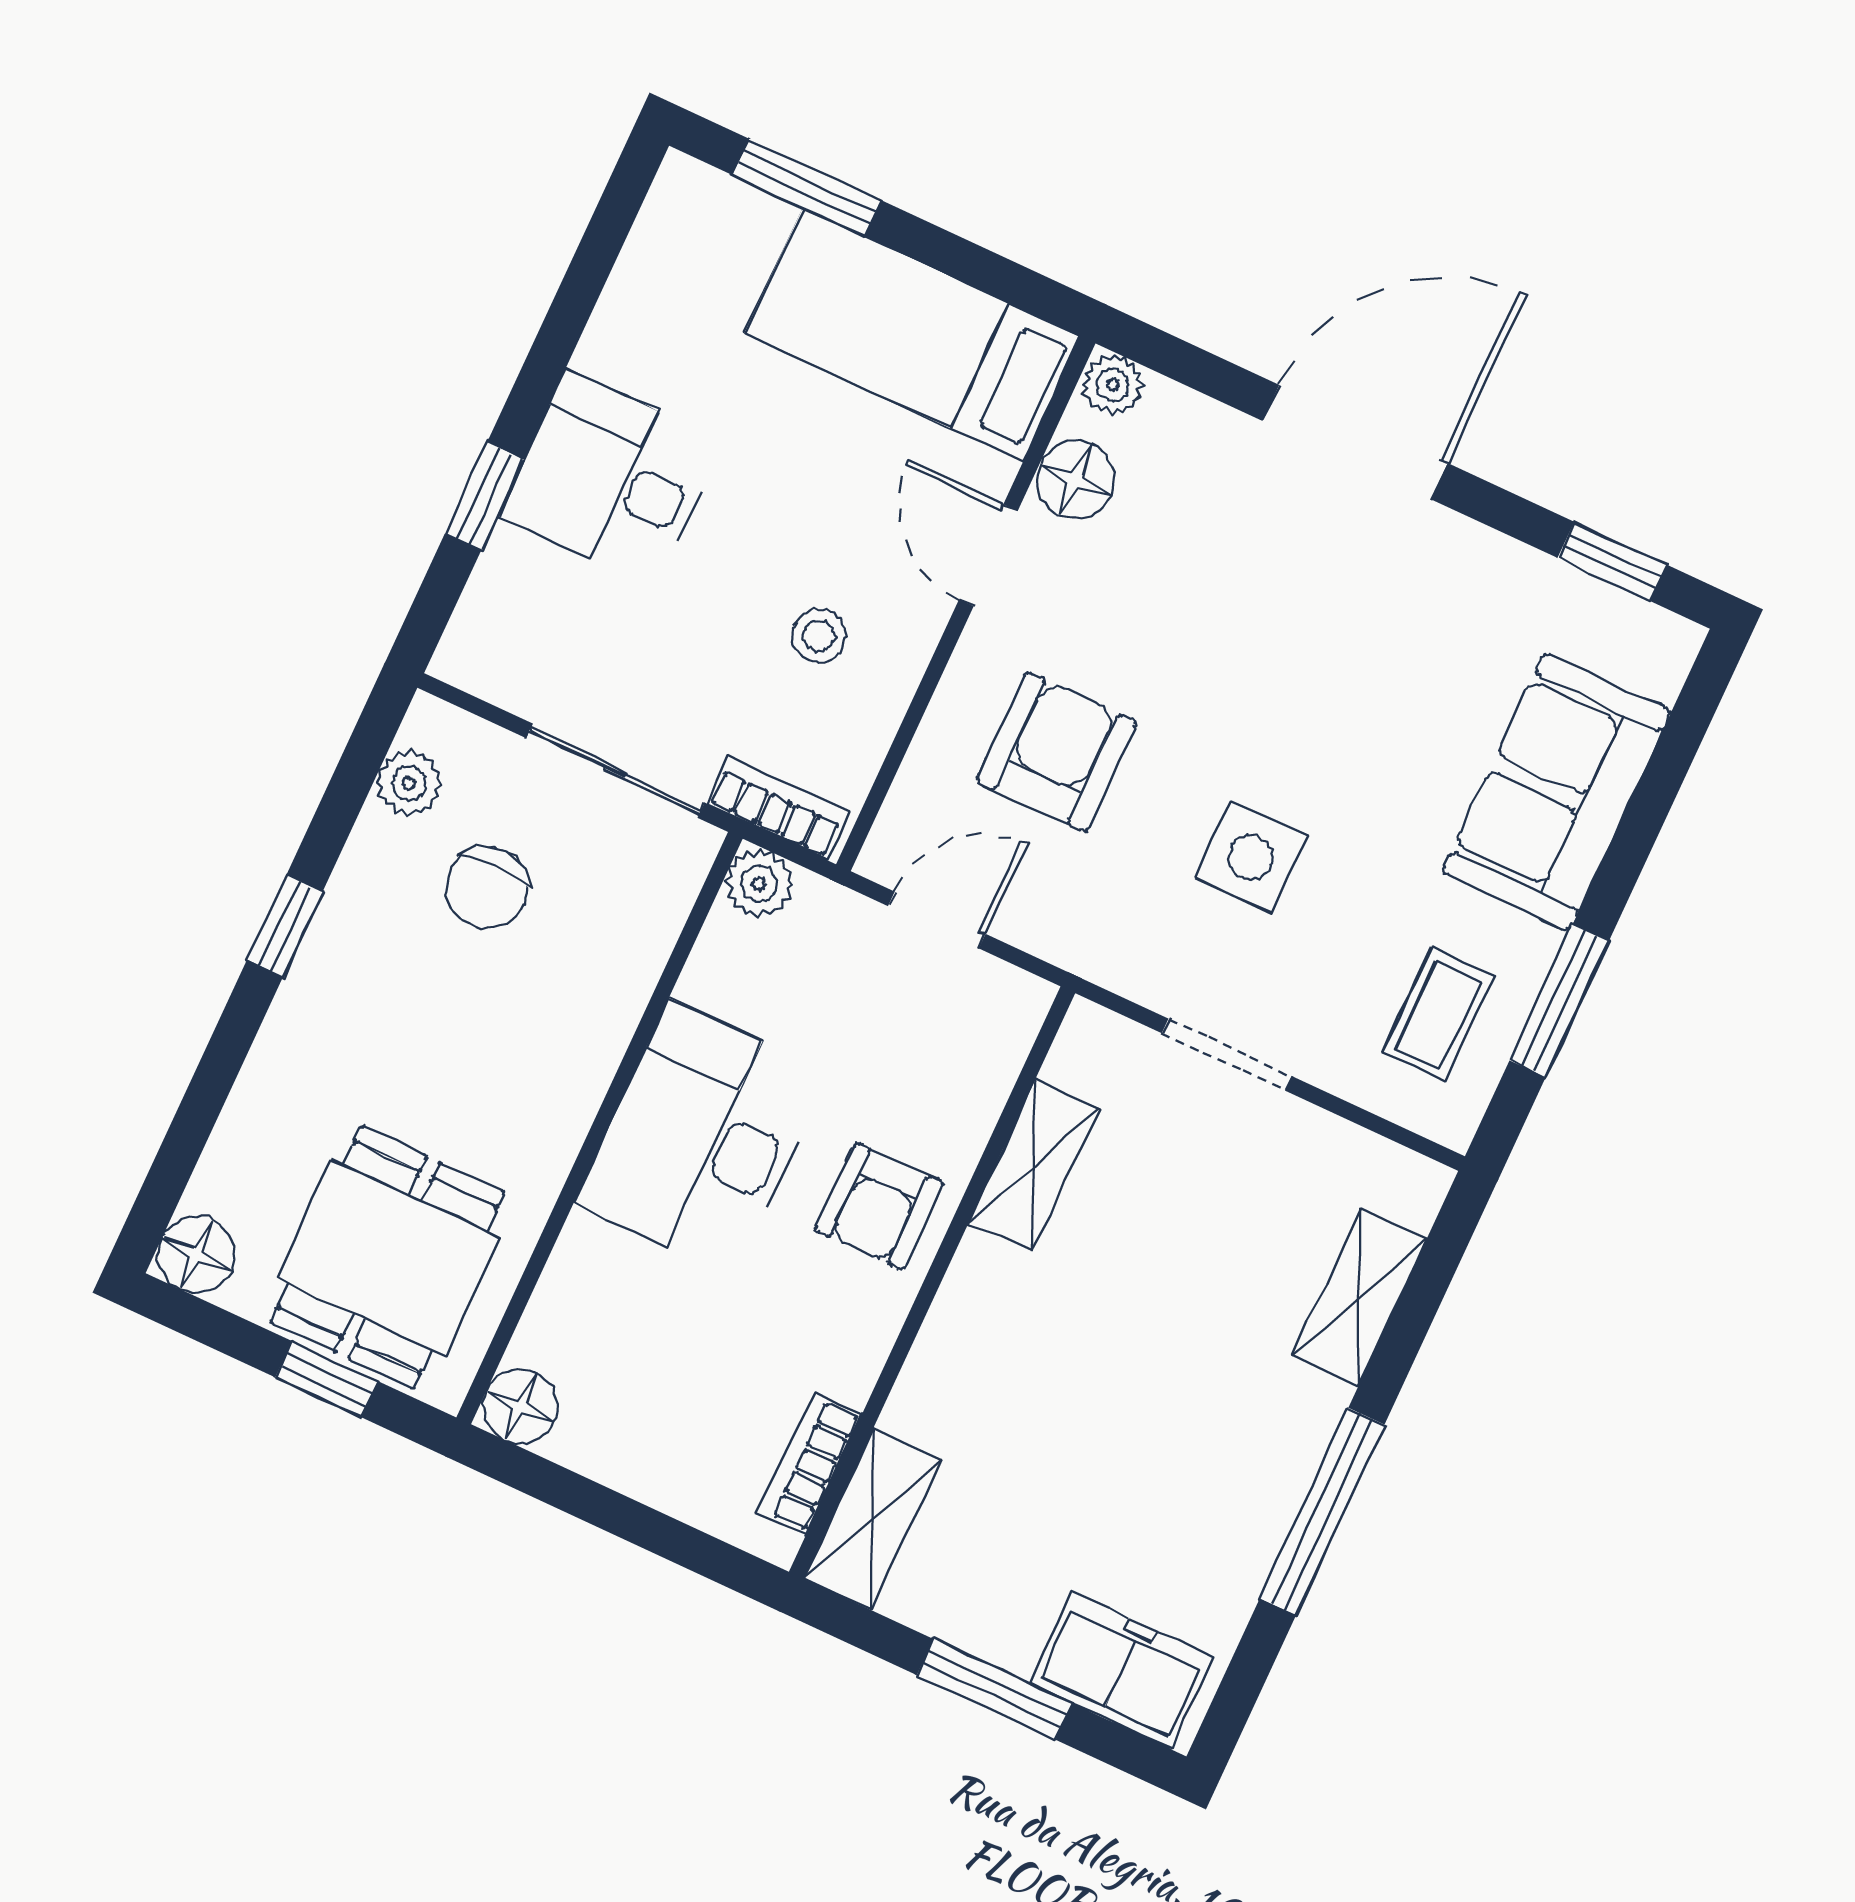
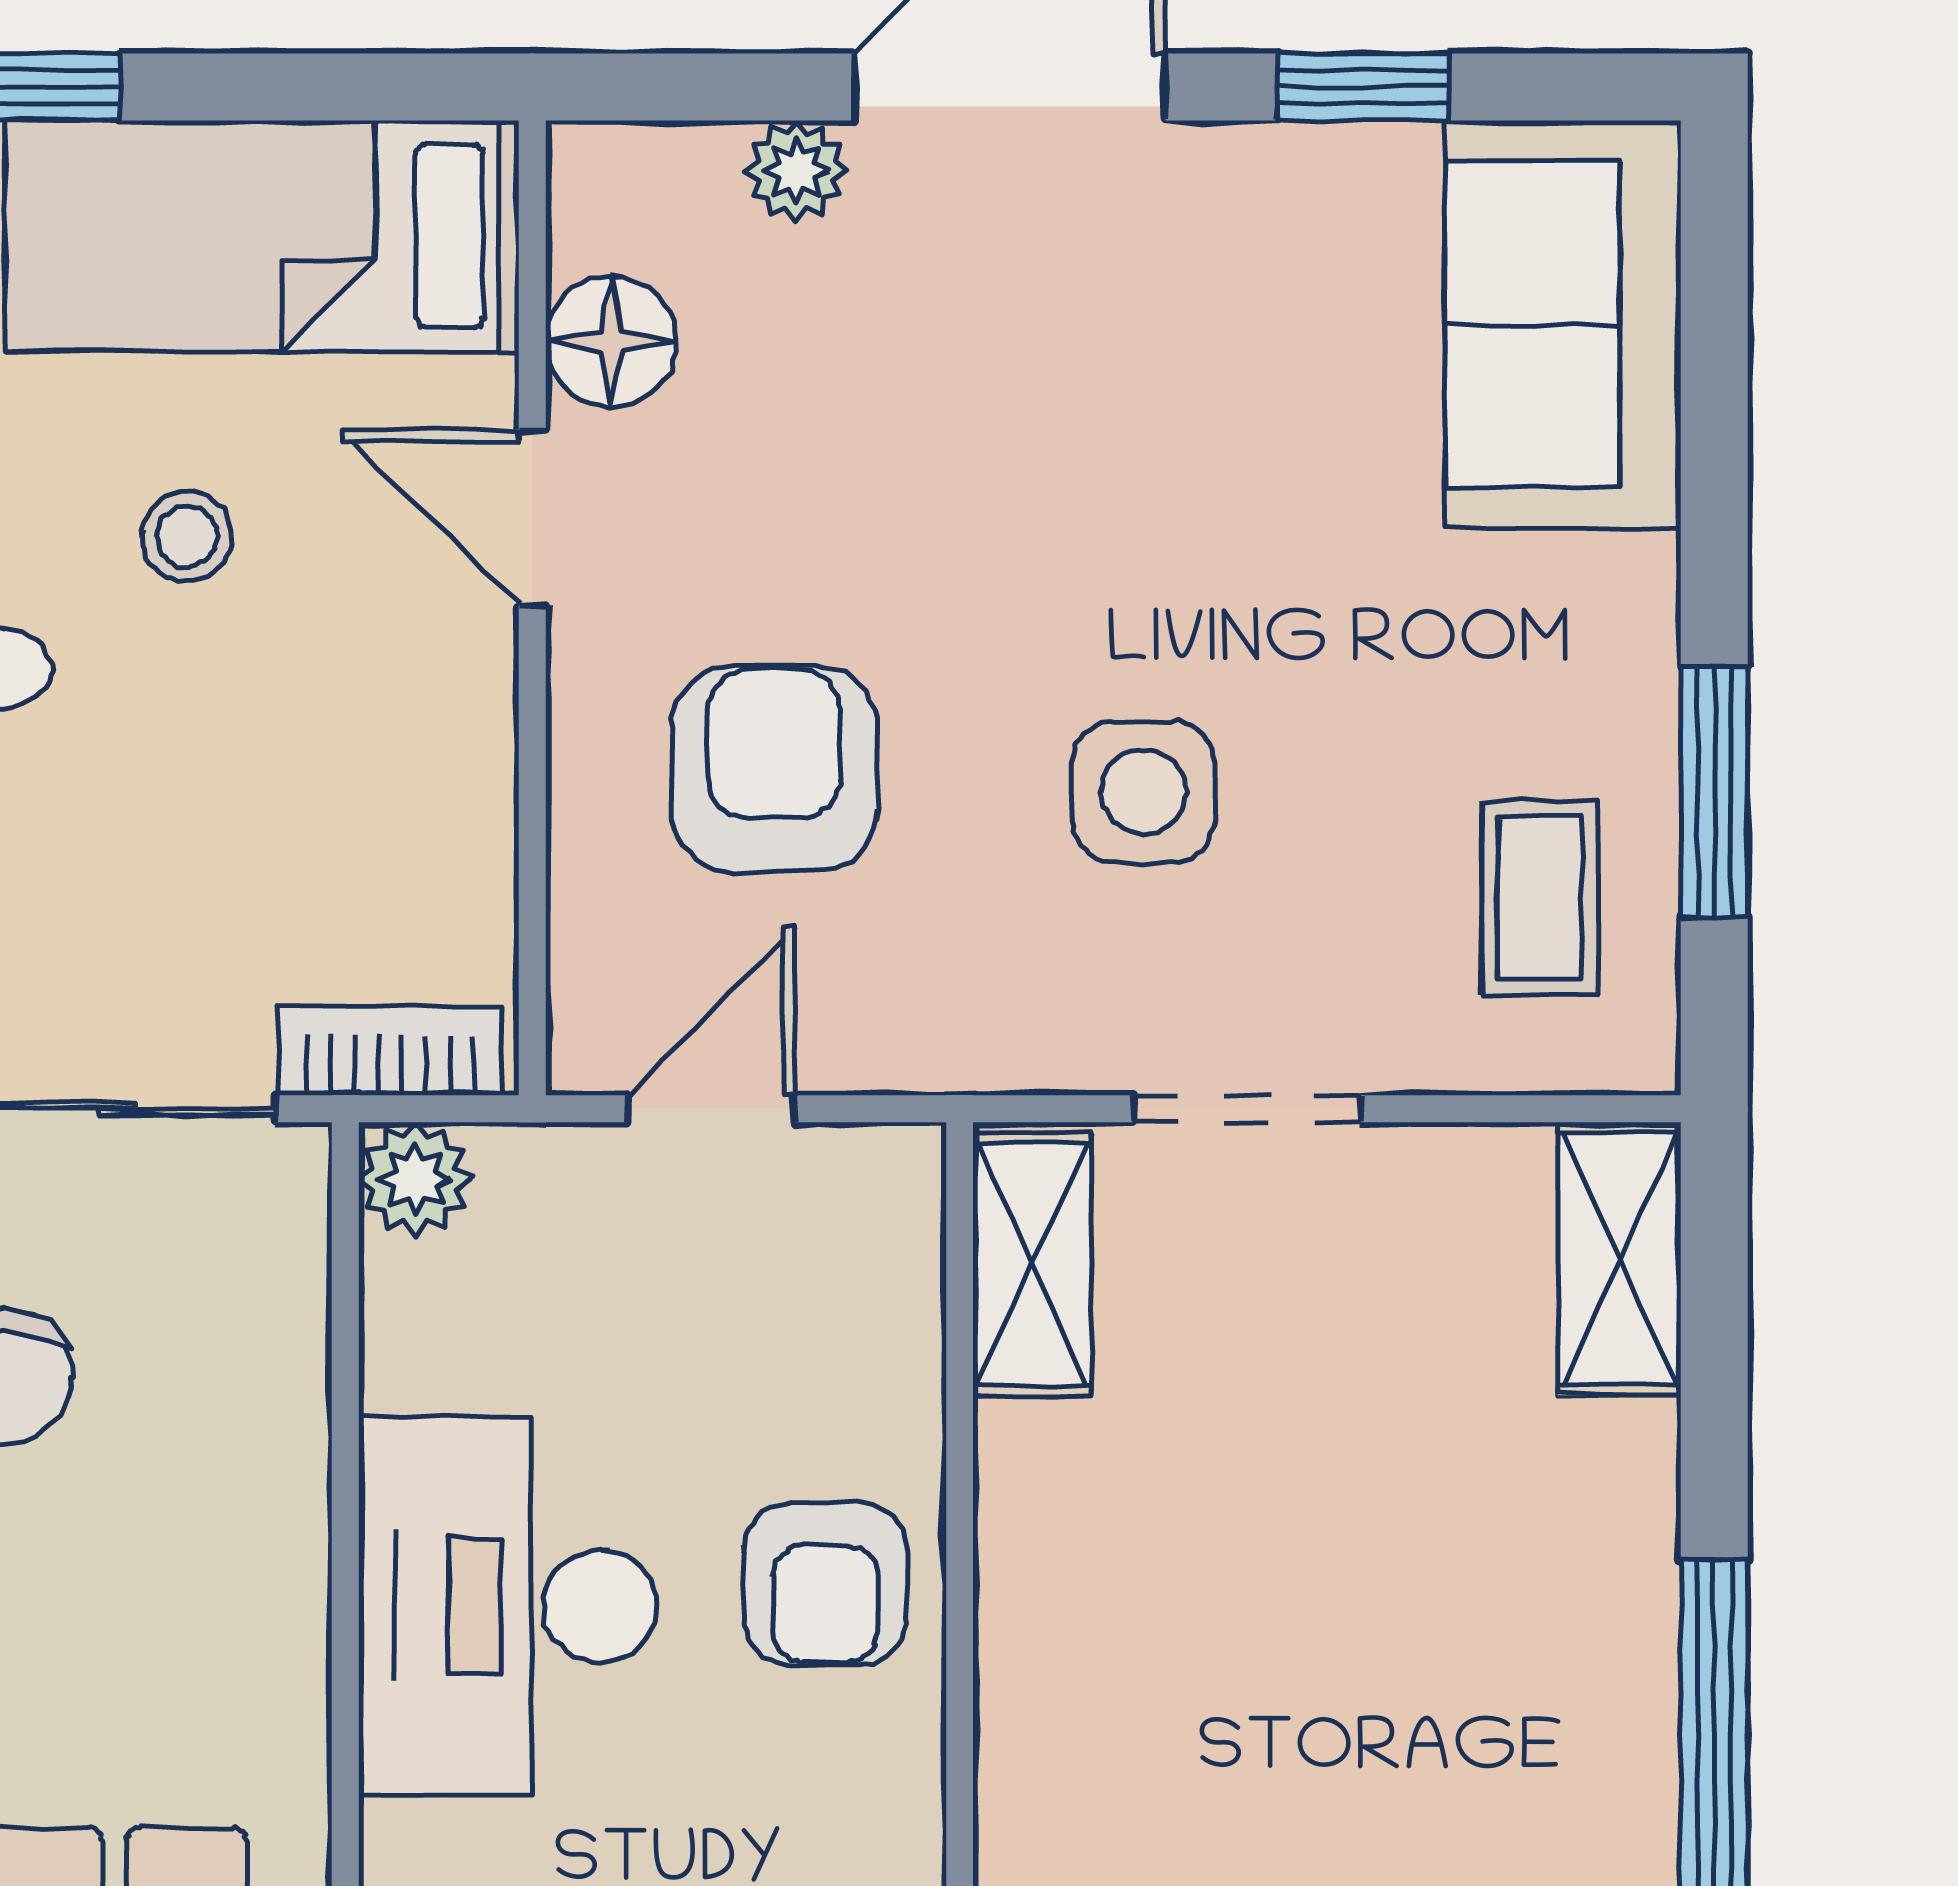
plant: (1113, 385) -> (796, 171), moved
window: (1612, 561) -> (1363, 87), moved
stool: (819, 636) -> (187, 536), moved
sofa: (1557, 792) -> (1563, 325), moved
shelving: (1034, 1166) -> (1032, 1265), moved
shelving: (1359, 1298) -> (1619, 1259), moved

